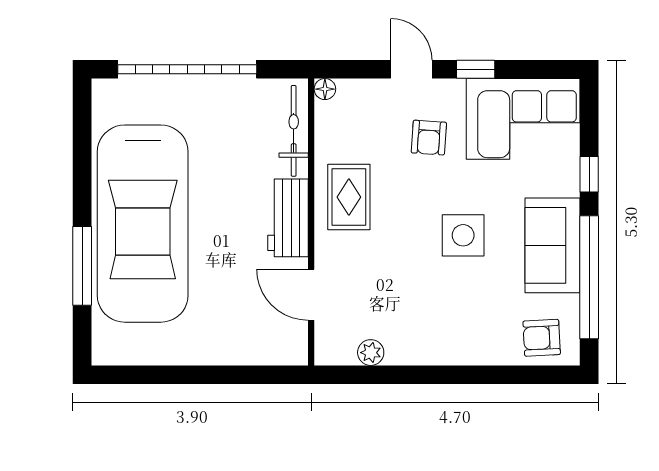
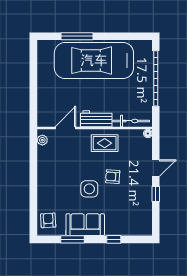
corner sofa: (523, 119) -> (136, 213), removed
armchair: (429, 138) -> (113, 177), moved
window: (589, 277) -> (72, 239), width x0.47
plant: (371, 353) -> (42, 140), moved

